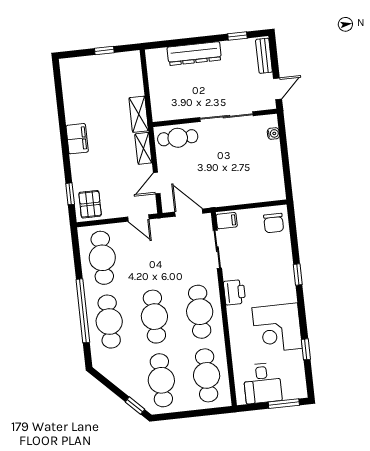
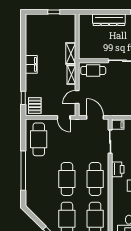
cafe table: (109, 322) -> (39, 179), removed

